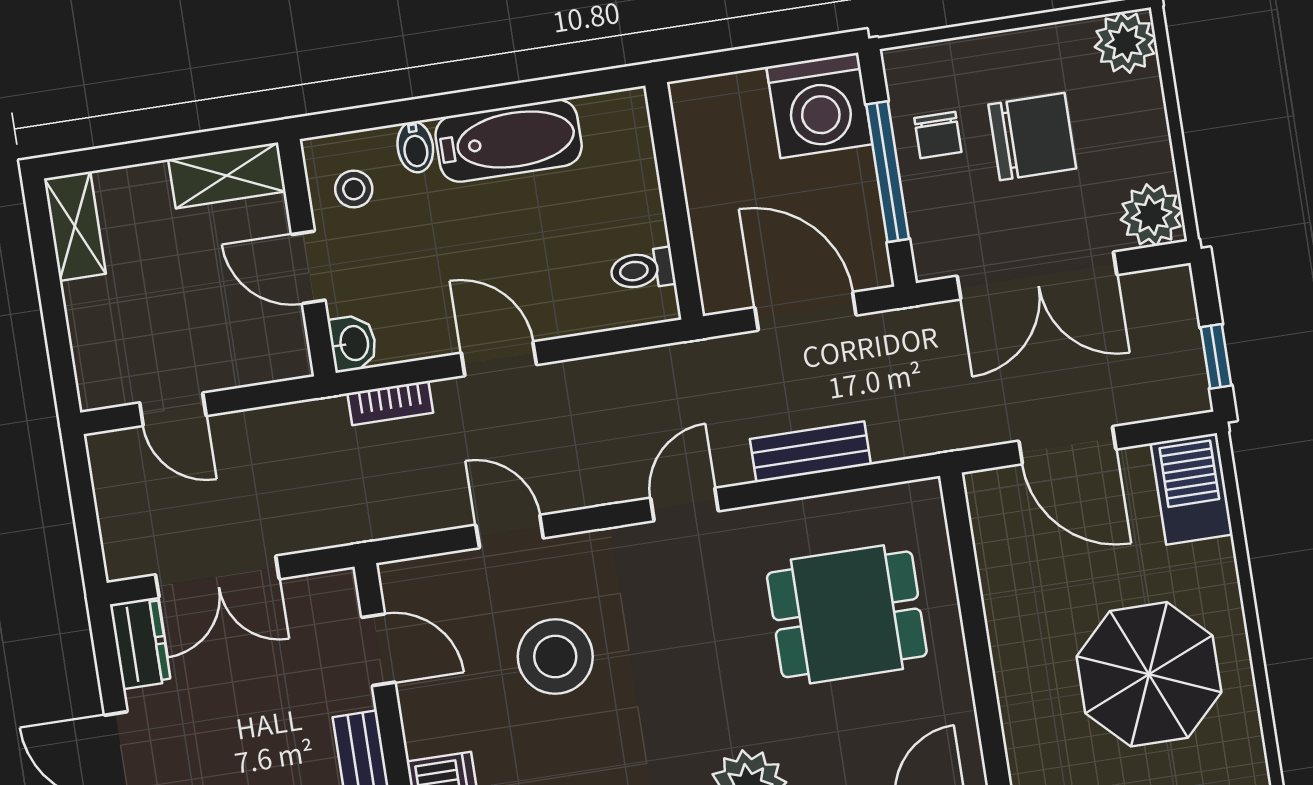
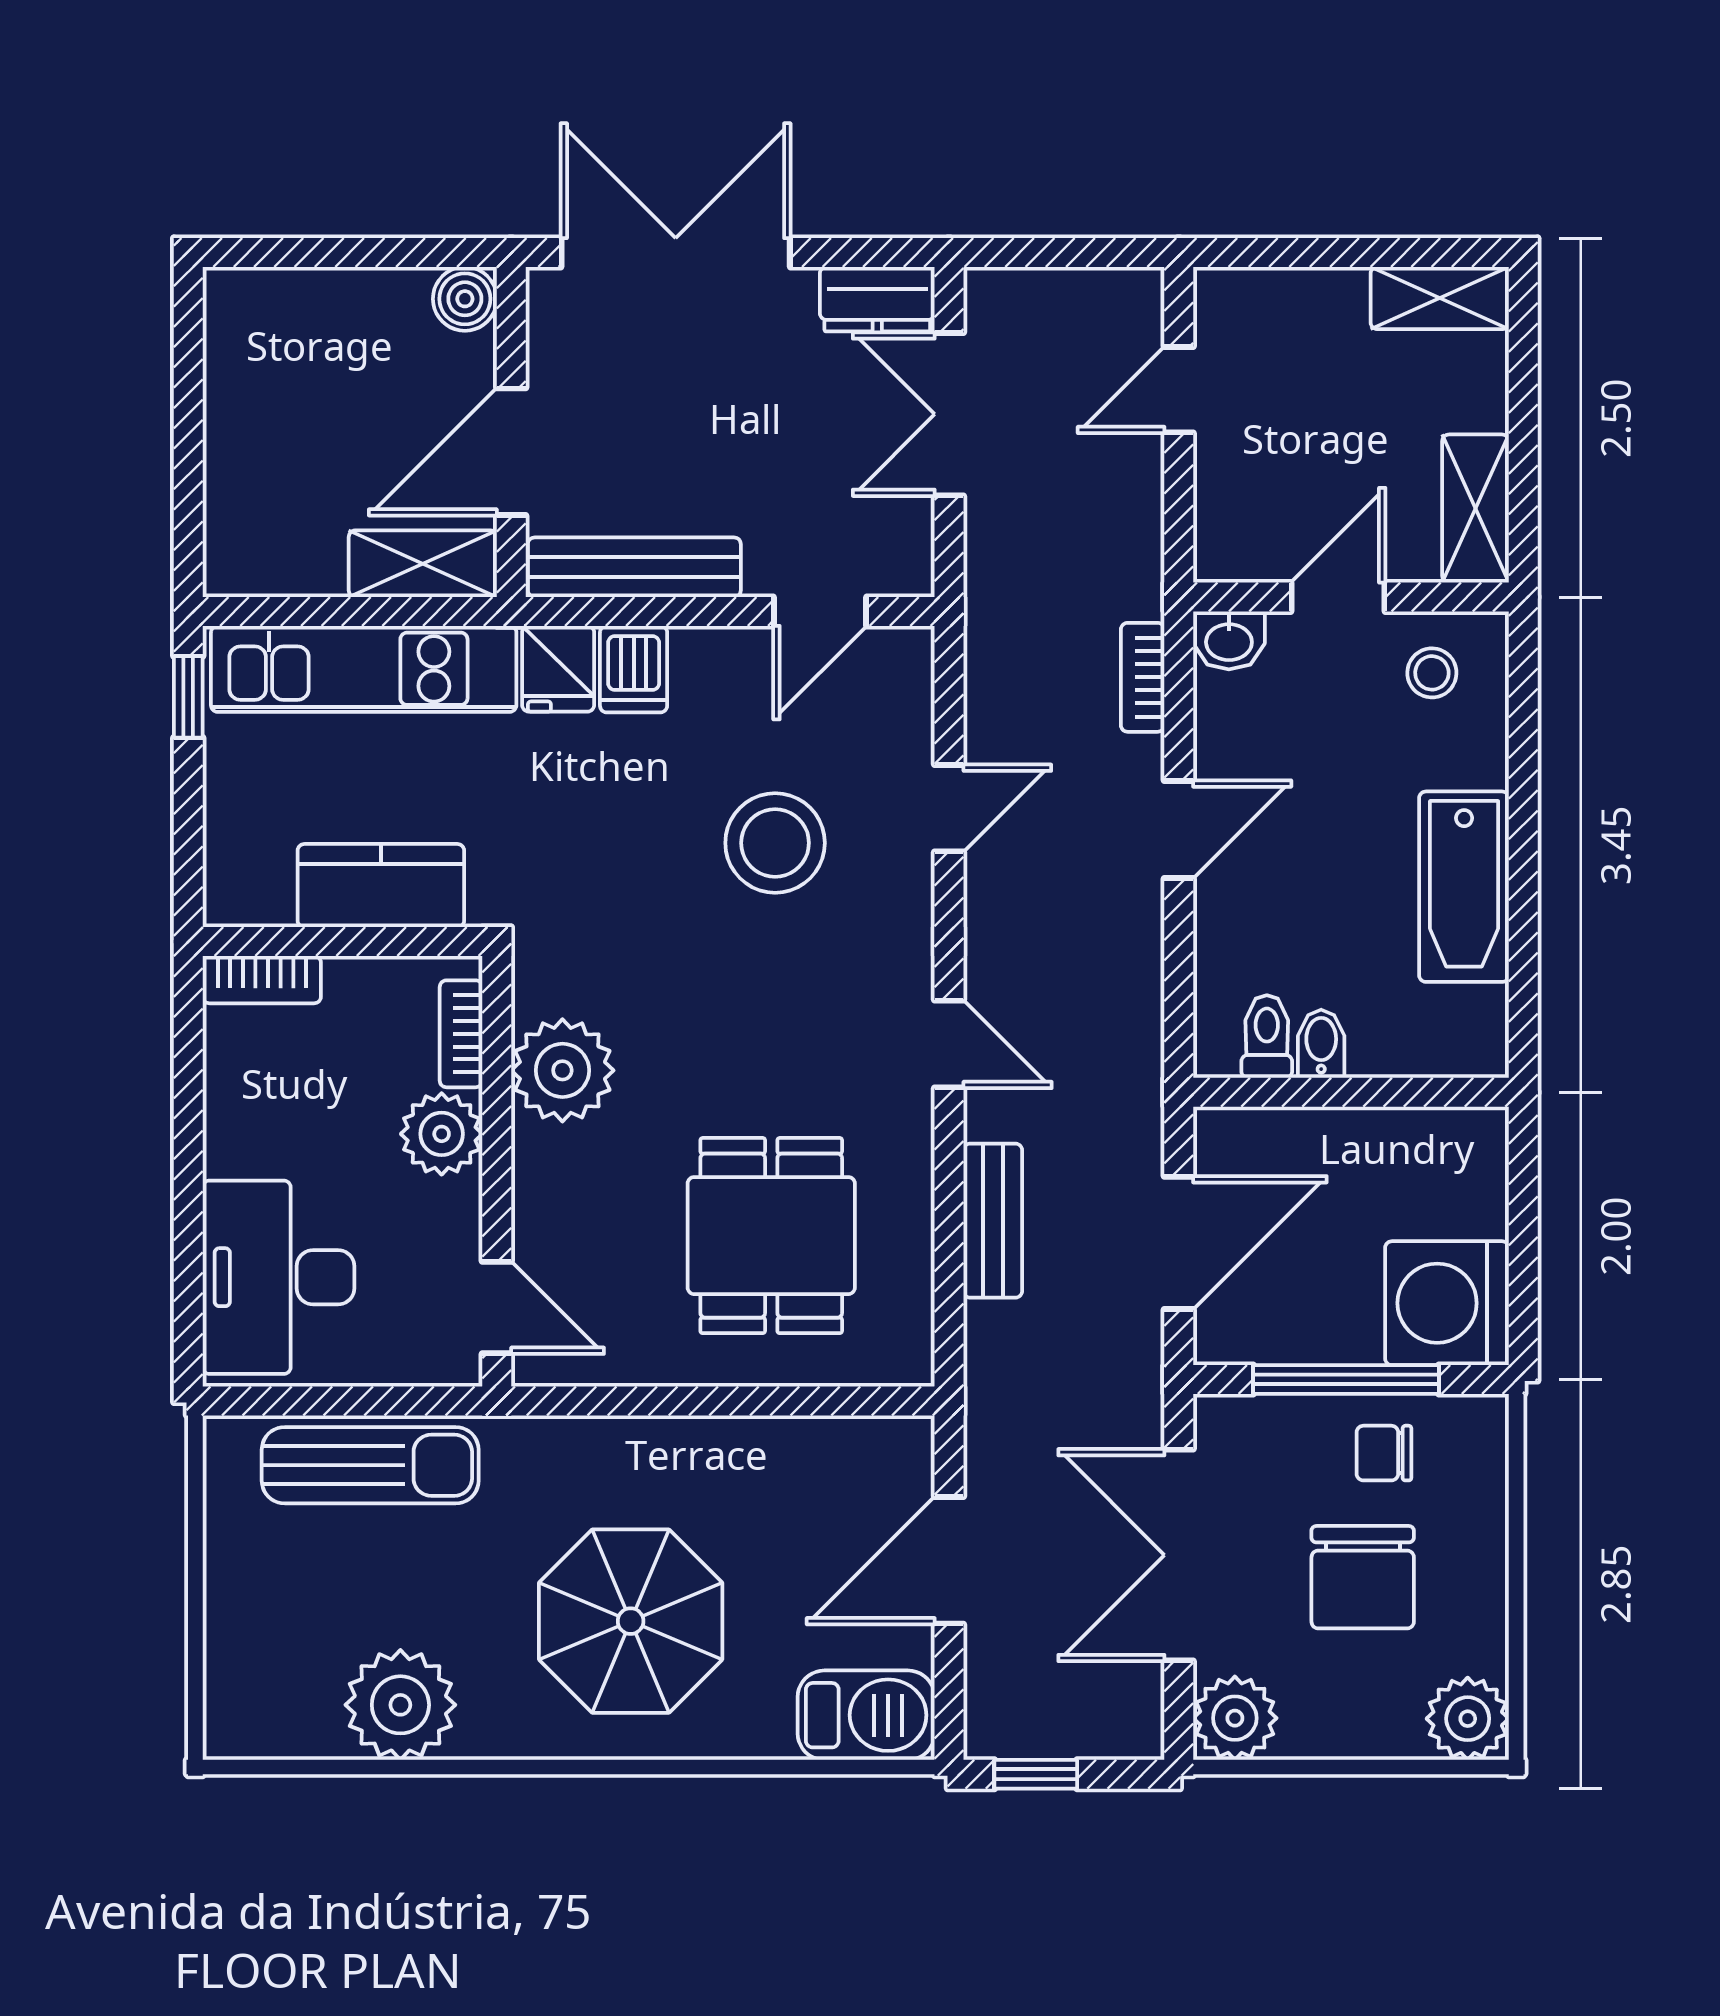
bidet: (415, 147) -> (1321, 1044), moved, turned 90

